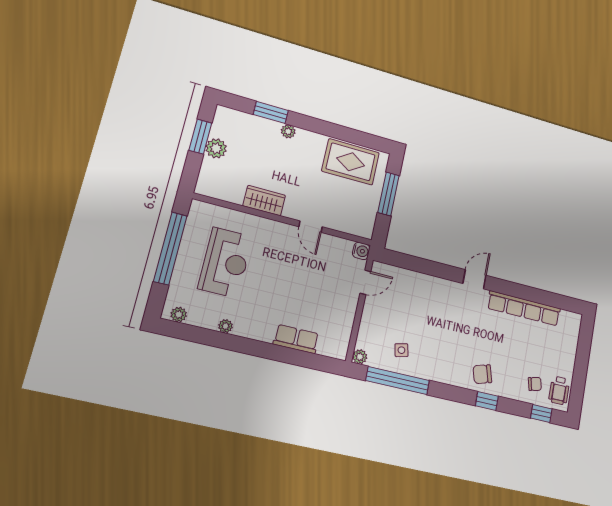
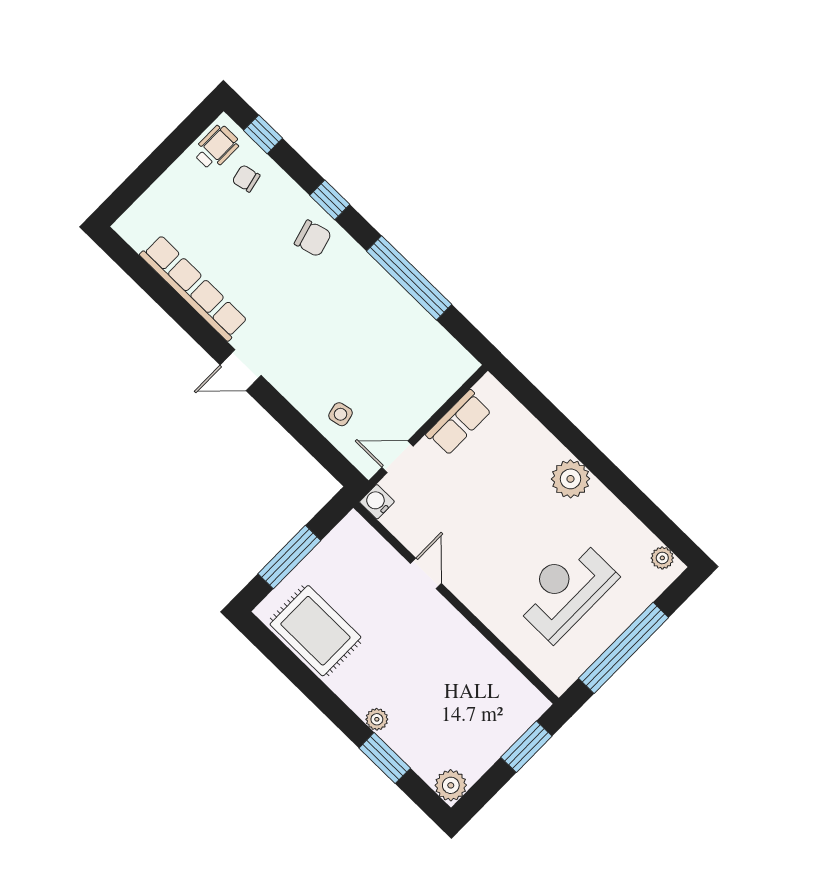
window: (200, 137) -> (526, 747), moved
plant: (216, 148) -> (451, 785), moved
wardrobe: (264, 201) -> (467, 643), removed
plant: (226, 326) -> (571, 479), moved, width x1.87, depth x1.87
row of seats: (296, 339) -> (459, 423), moved, turned -90
side table: (401, 350) -> (340, 414), moved
plant: (360, 357) -> (466, 365), removed
window: (398, 381) -> (409, 278), moved

